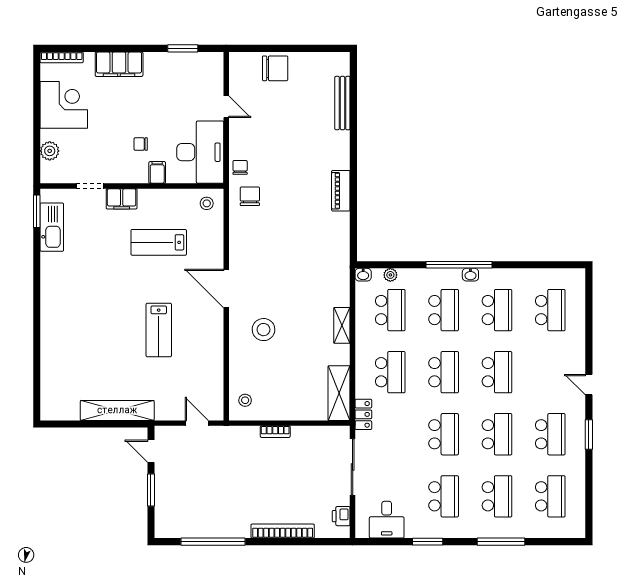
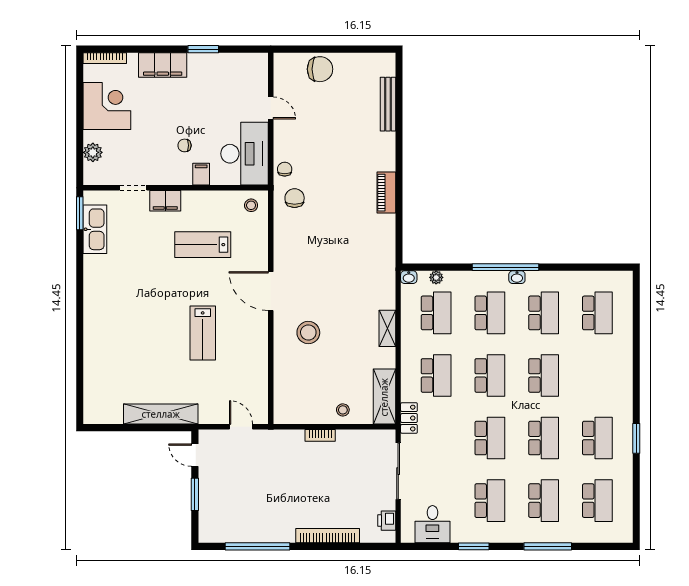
window: (183, 48) -> (203, 49), moved
door: (589, 385) -> (636, 388), removed
stool: (245, 400) -> (343, 410), moved

